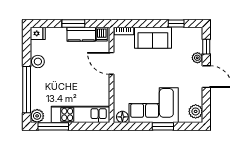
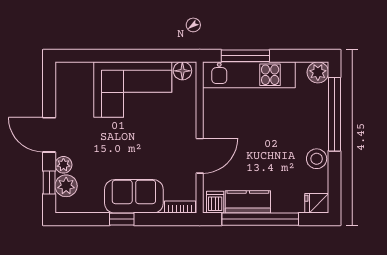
window: (73, 23) -> (260, 219), width x2.11
window: (176, 23) -> (122, 219), moved
door: (112, 63) -> (200, 156), hinge flipped
plant: (196, 111) -> (66, 186), moved
window: (53, 126) -> (245, 56), moved
window: (163, 126) -> (118, 56), removed

